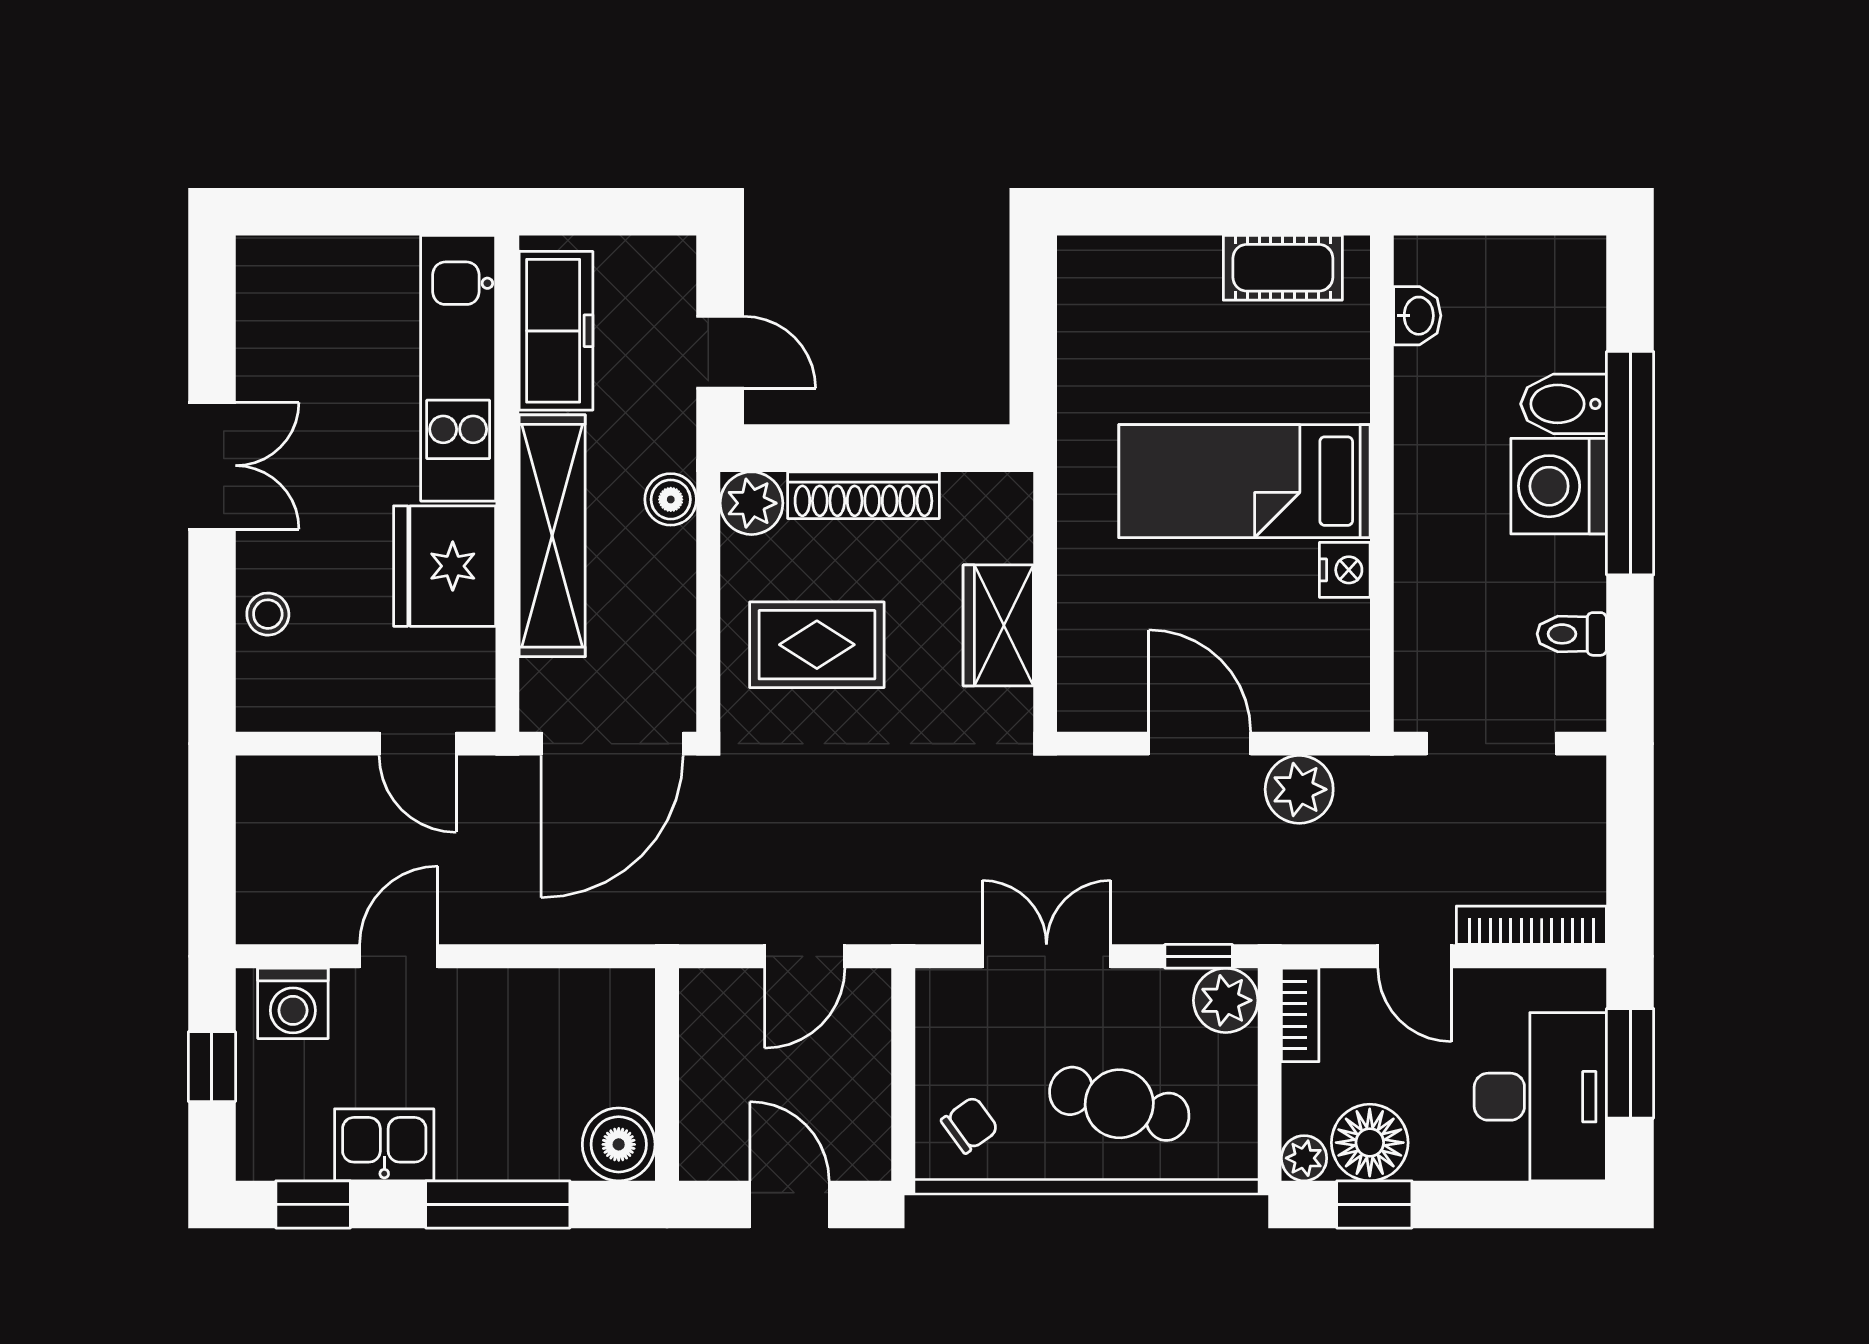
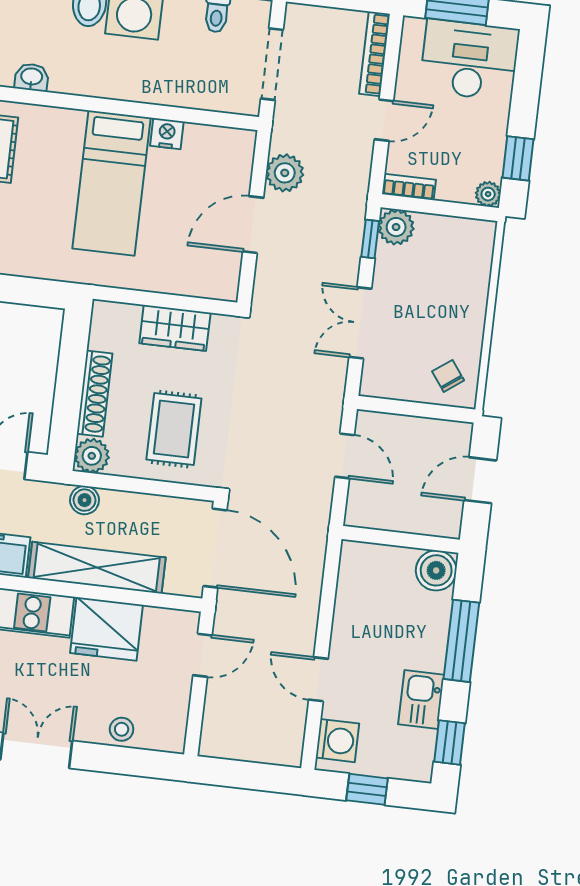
cafe table: (1119, 1104) -> (446, 292), removed
floor lamp: (1370, 1143) -> (484, 157), removed

